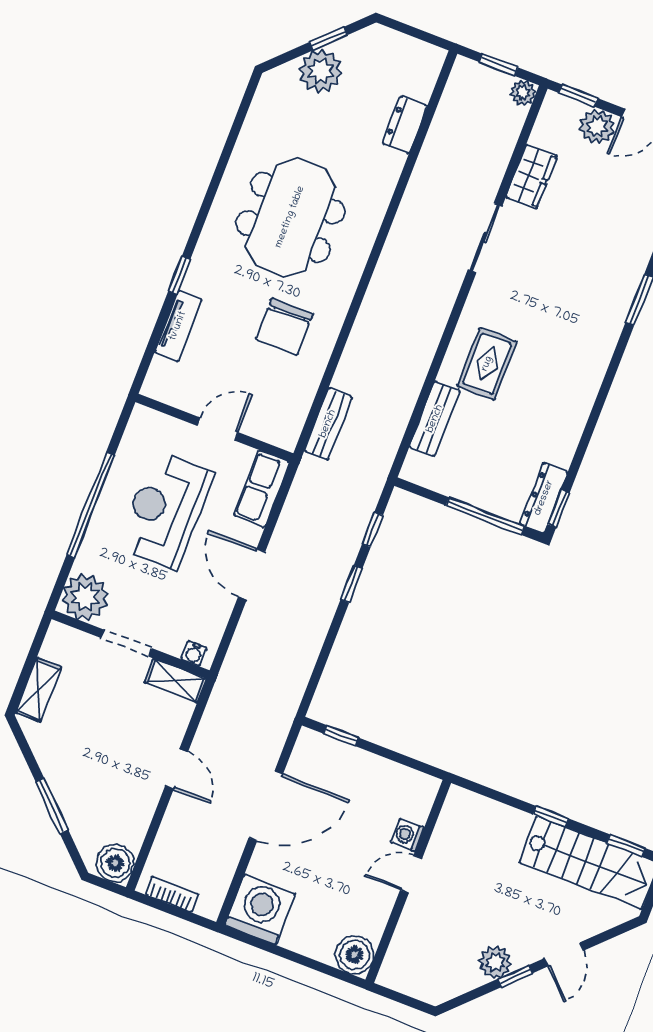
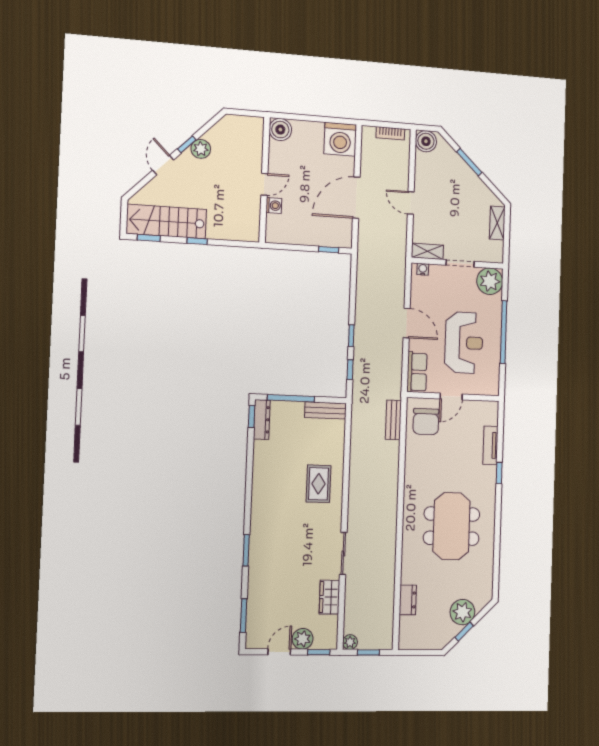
chair: (284, 327) -> (426, 422), moved, turned 180
bench: (435, 419) -> (325, 410), moved, turned 90

